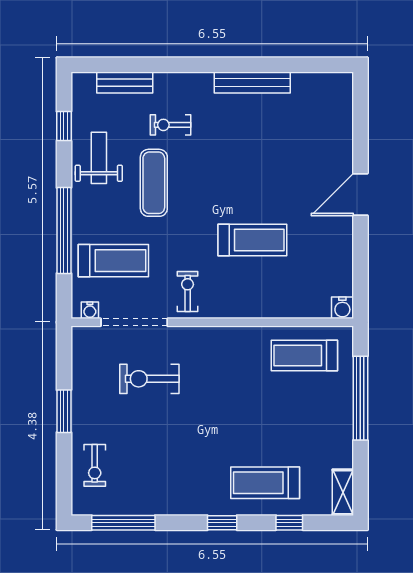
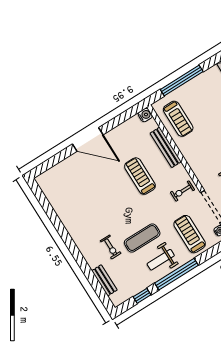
bench: (252, 83) -> (166, 147), moved
weight bench: (99, 158) -> (161, 260), moved
door: (360, 194) -> (88, 139), width x1.36
window: (64, 231) -> (176, 274), moved

